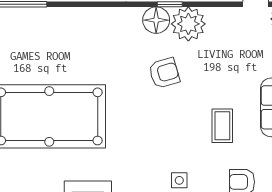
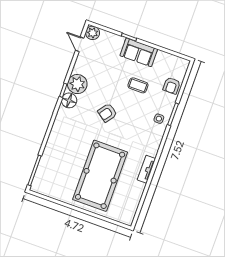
armchair: (164, 73) -> (107, 113), moved, turned -128

